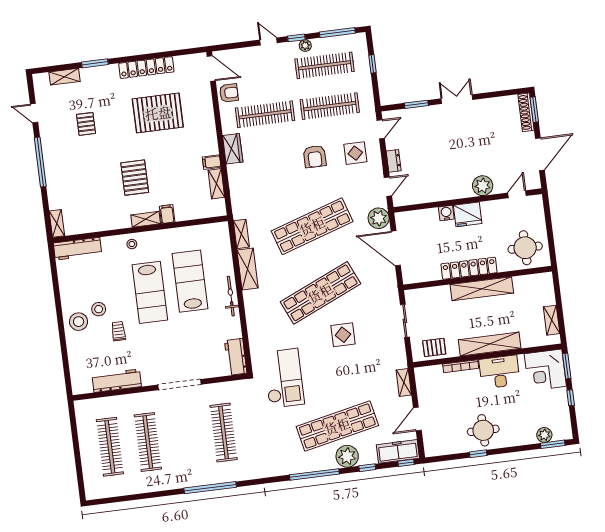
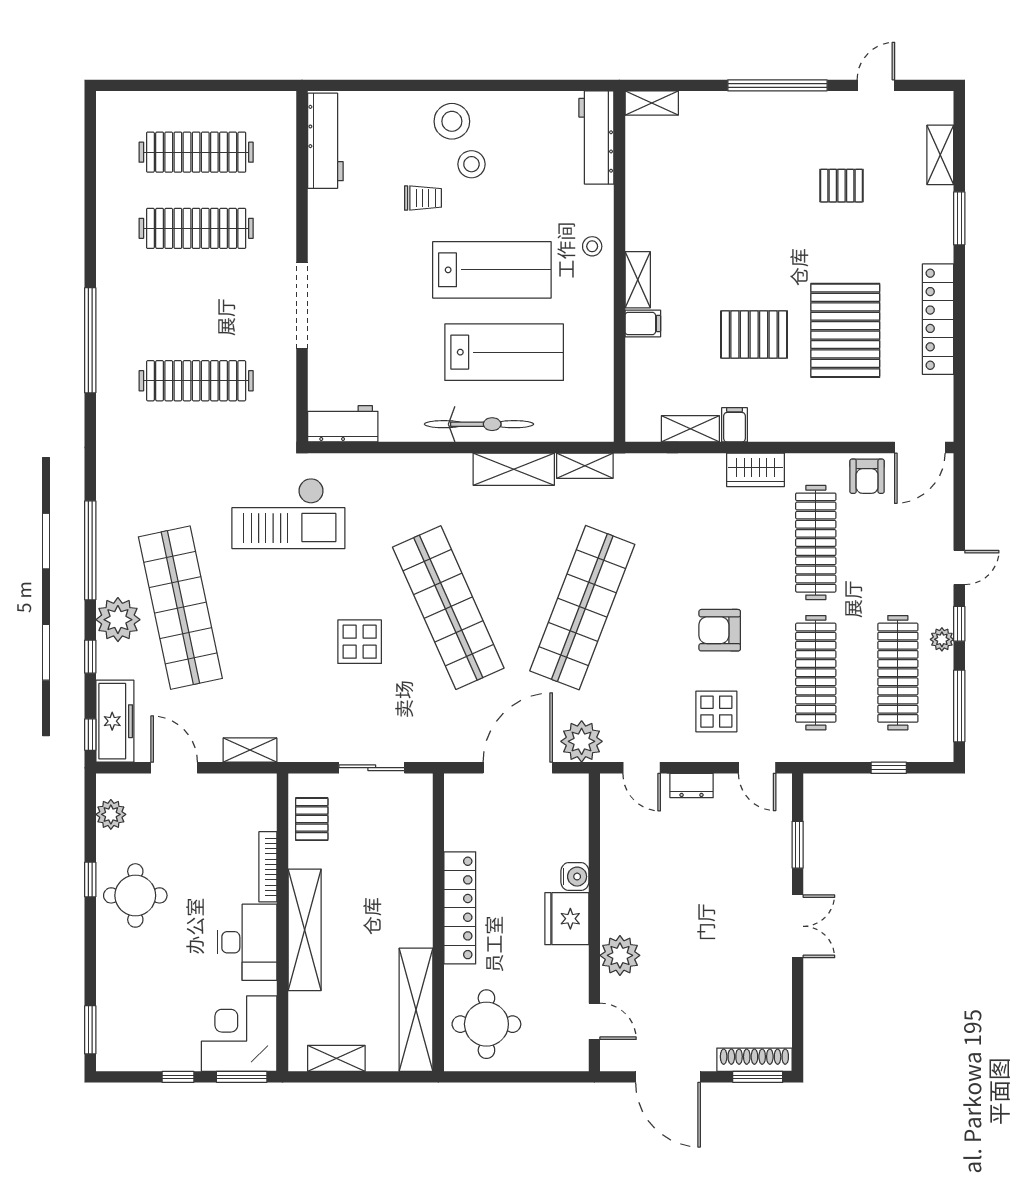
pallet: (135, 178) -> (754, 335), moved
shop shelf: (312, 226) -> (582, 608), turned 39
shelving: (482, 289) -> (416, 1010), moved
lab bench: (150, 292) -> (492, 270), turned 180
bicycle: (231, 296) -> (479, 424), width x1.37, depth x1.40
workbench: (117, 381) -> (325, 141), moved
plant: (544, 435) -> (111, 814), moved

